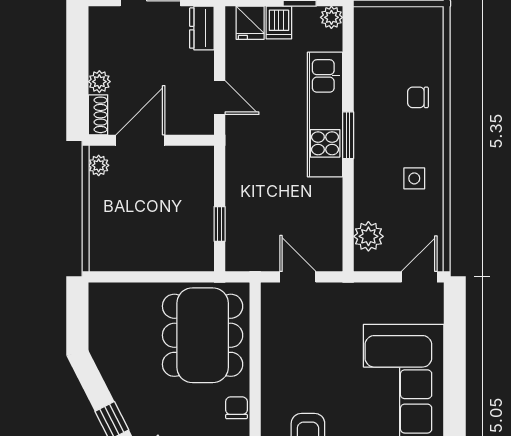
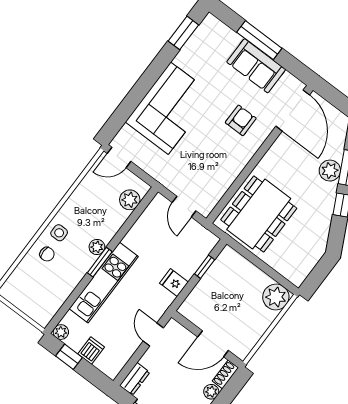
fridge: (250, 23) -> (174, 283), moved, turned -90
plant: (365, 151) -> (97, 247), added
plant: (99, 165) -> (276, 297), moved, width x1.87, depth x1.87
side table: (414, 178) -> (59, 233), moved
chair: (236, 408) -> (270, 161), removed

